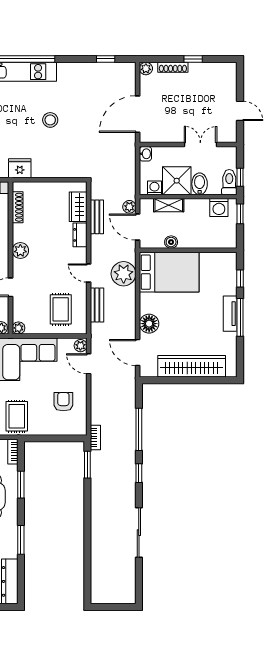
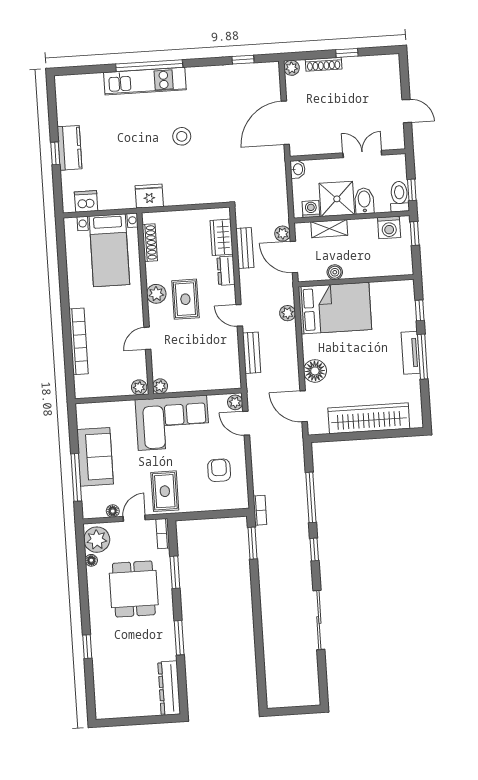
plant: (124, 274) -> (288, 313), width x0.53, depth x0.53
rug: (61, 309) -> (185, 299), moved

